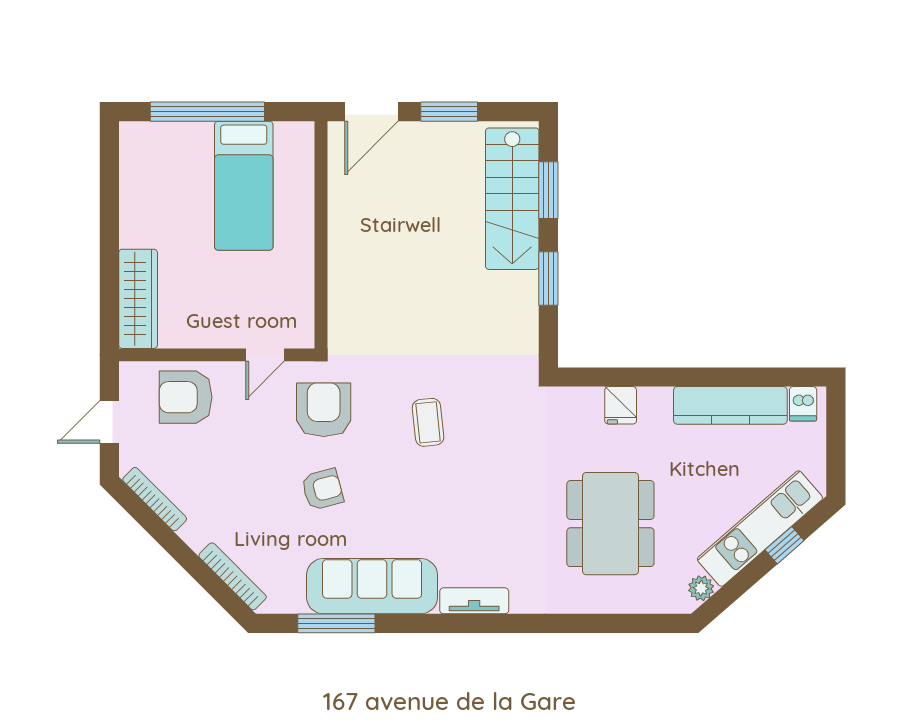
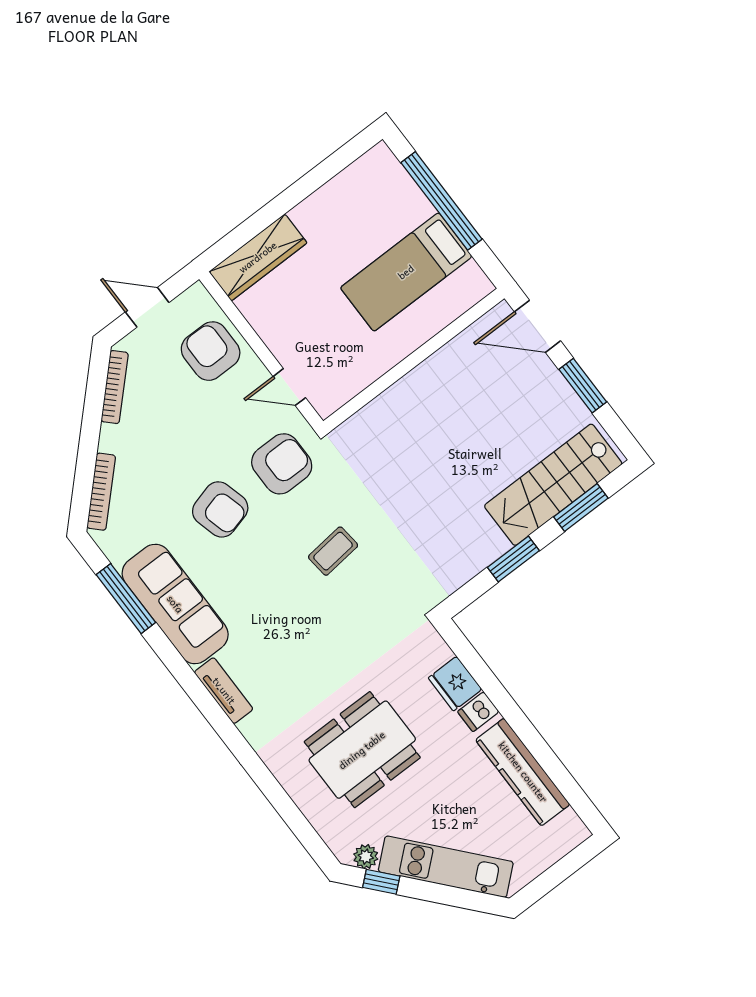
dishwasher: (803, 404) -> (478, 712), moved
fridge: (621, 405) -> (455, 684), width x1.38
armchair: (322, 489) -> (220, 509), width x1.38, depth x1.38
window: (784, 545) -> (381, 882), moved

